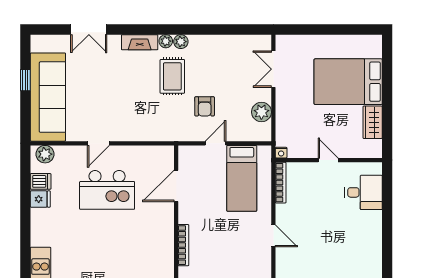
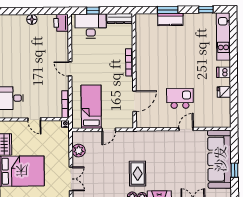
armchair: (205, 106) -> (116, 154), removed
plant: (45, 154) -> (221, 122), removed
dishwasher: (41, 181) -> (224, 72), moved
kitchen island: (107, 190) -> (180, 98), width x0.73, depth x0.78

